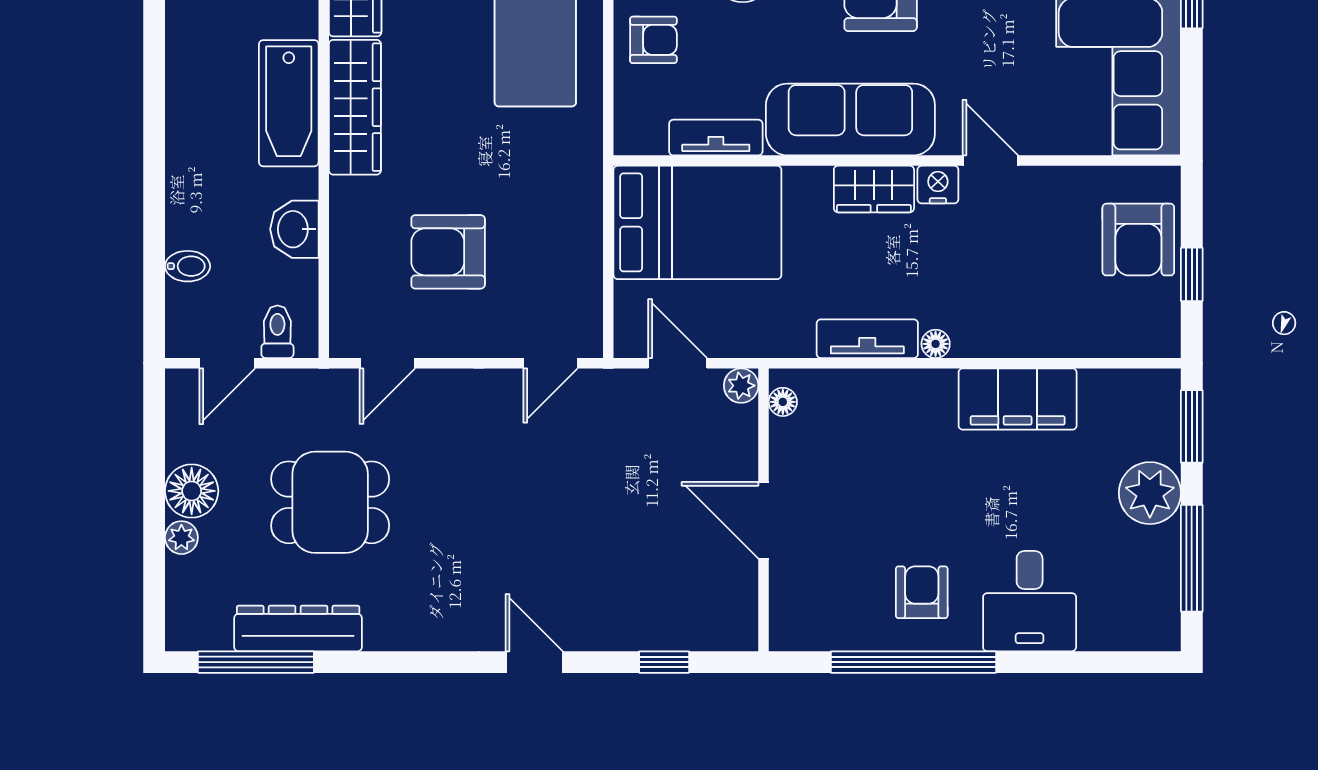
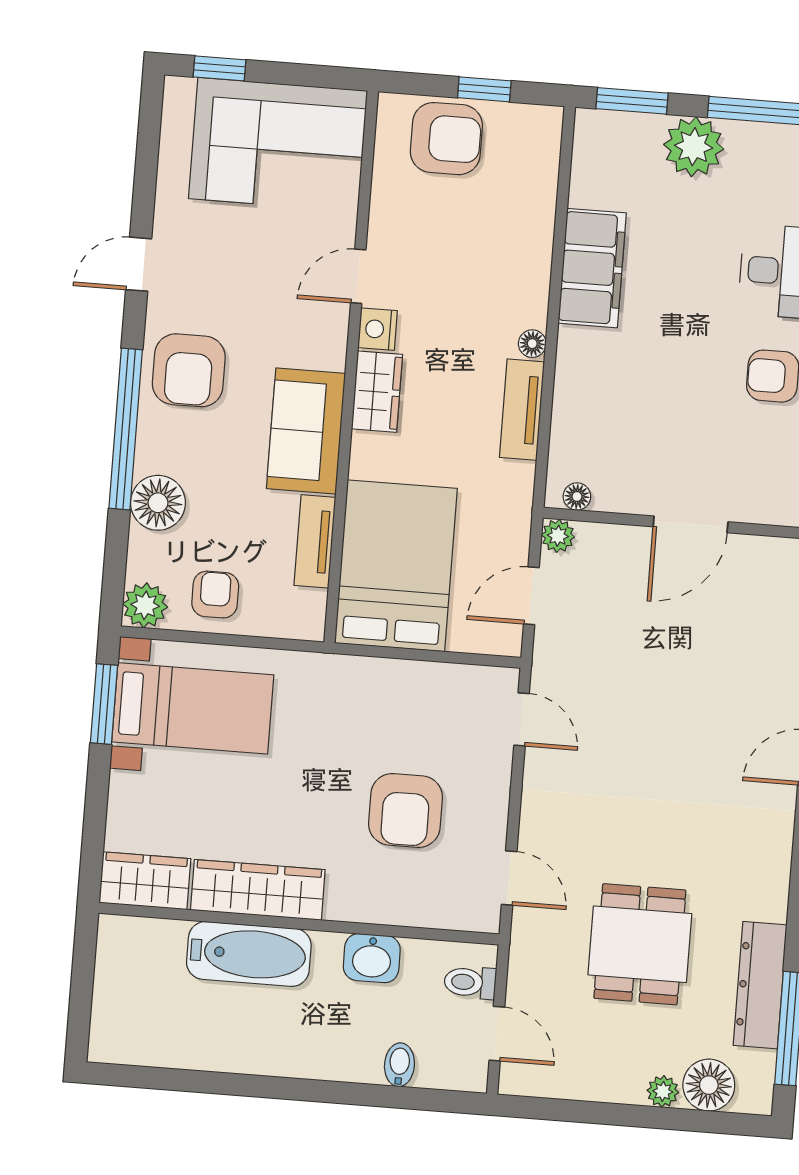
sofa: (850, 119) -> (306, 431), width x0.73
floor lamp: (192, 491) -> (709, 1085), moved

